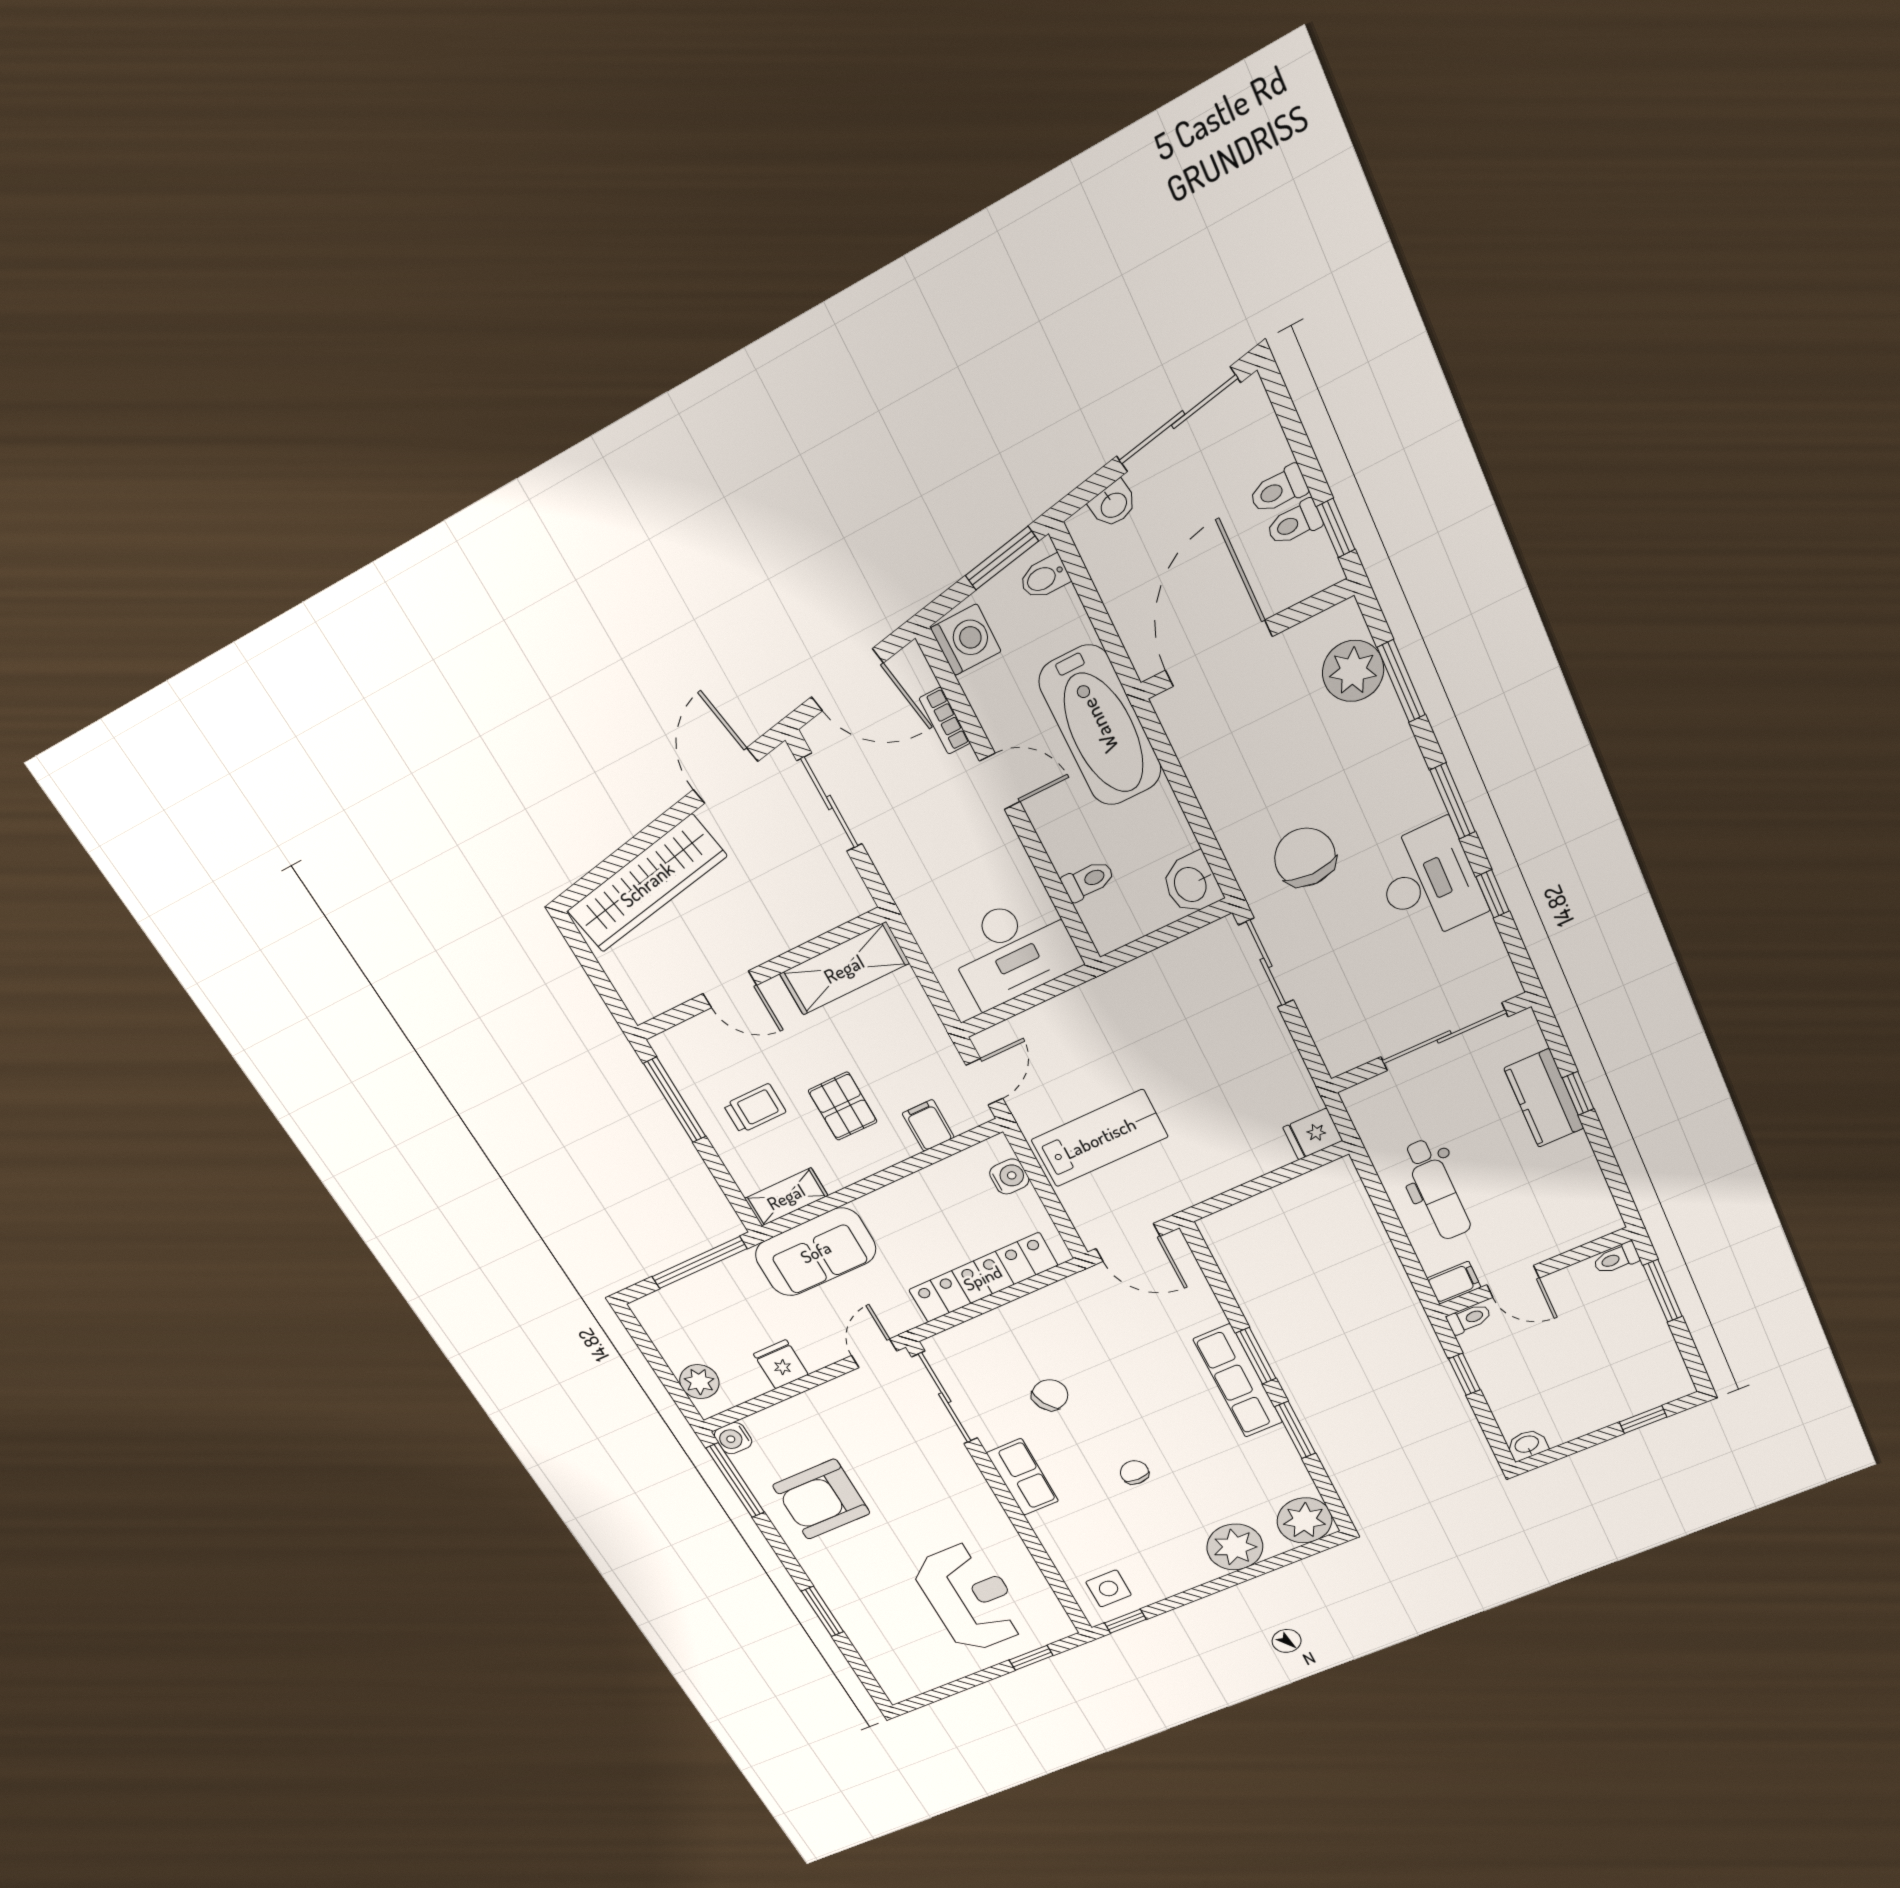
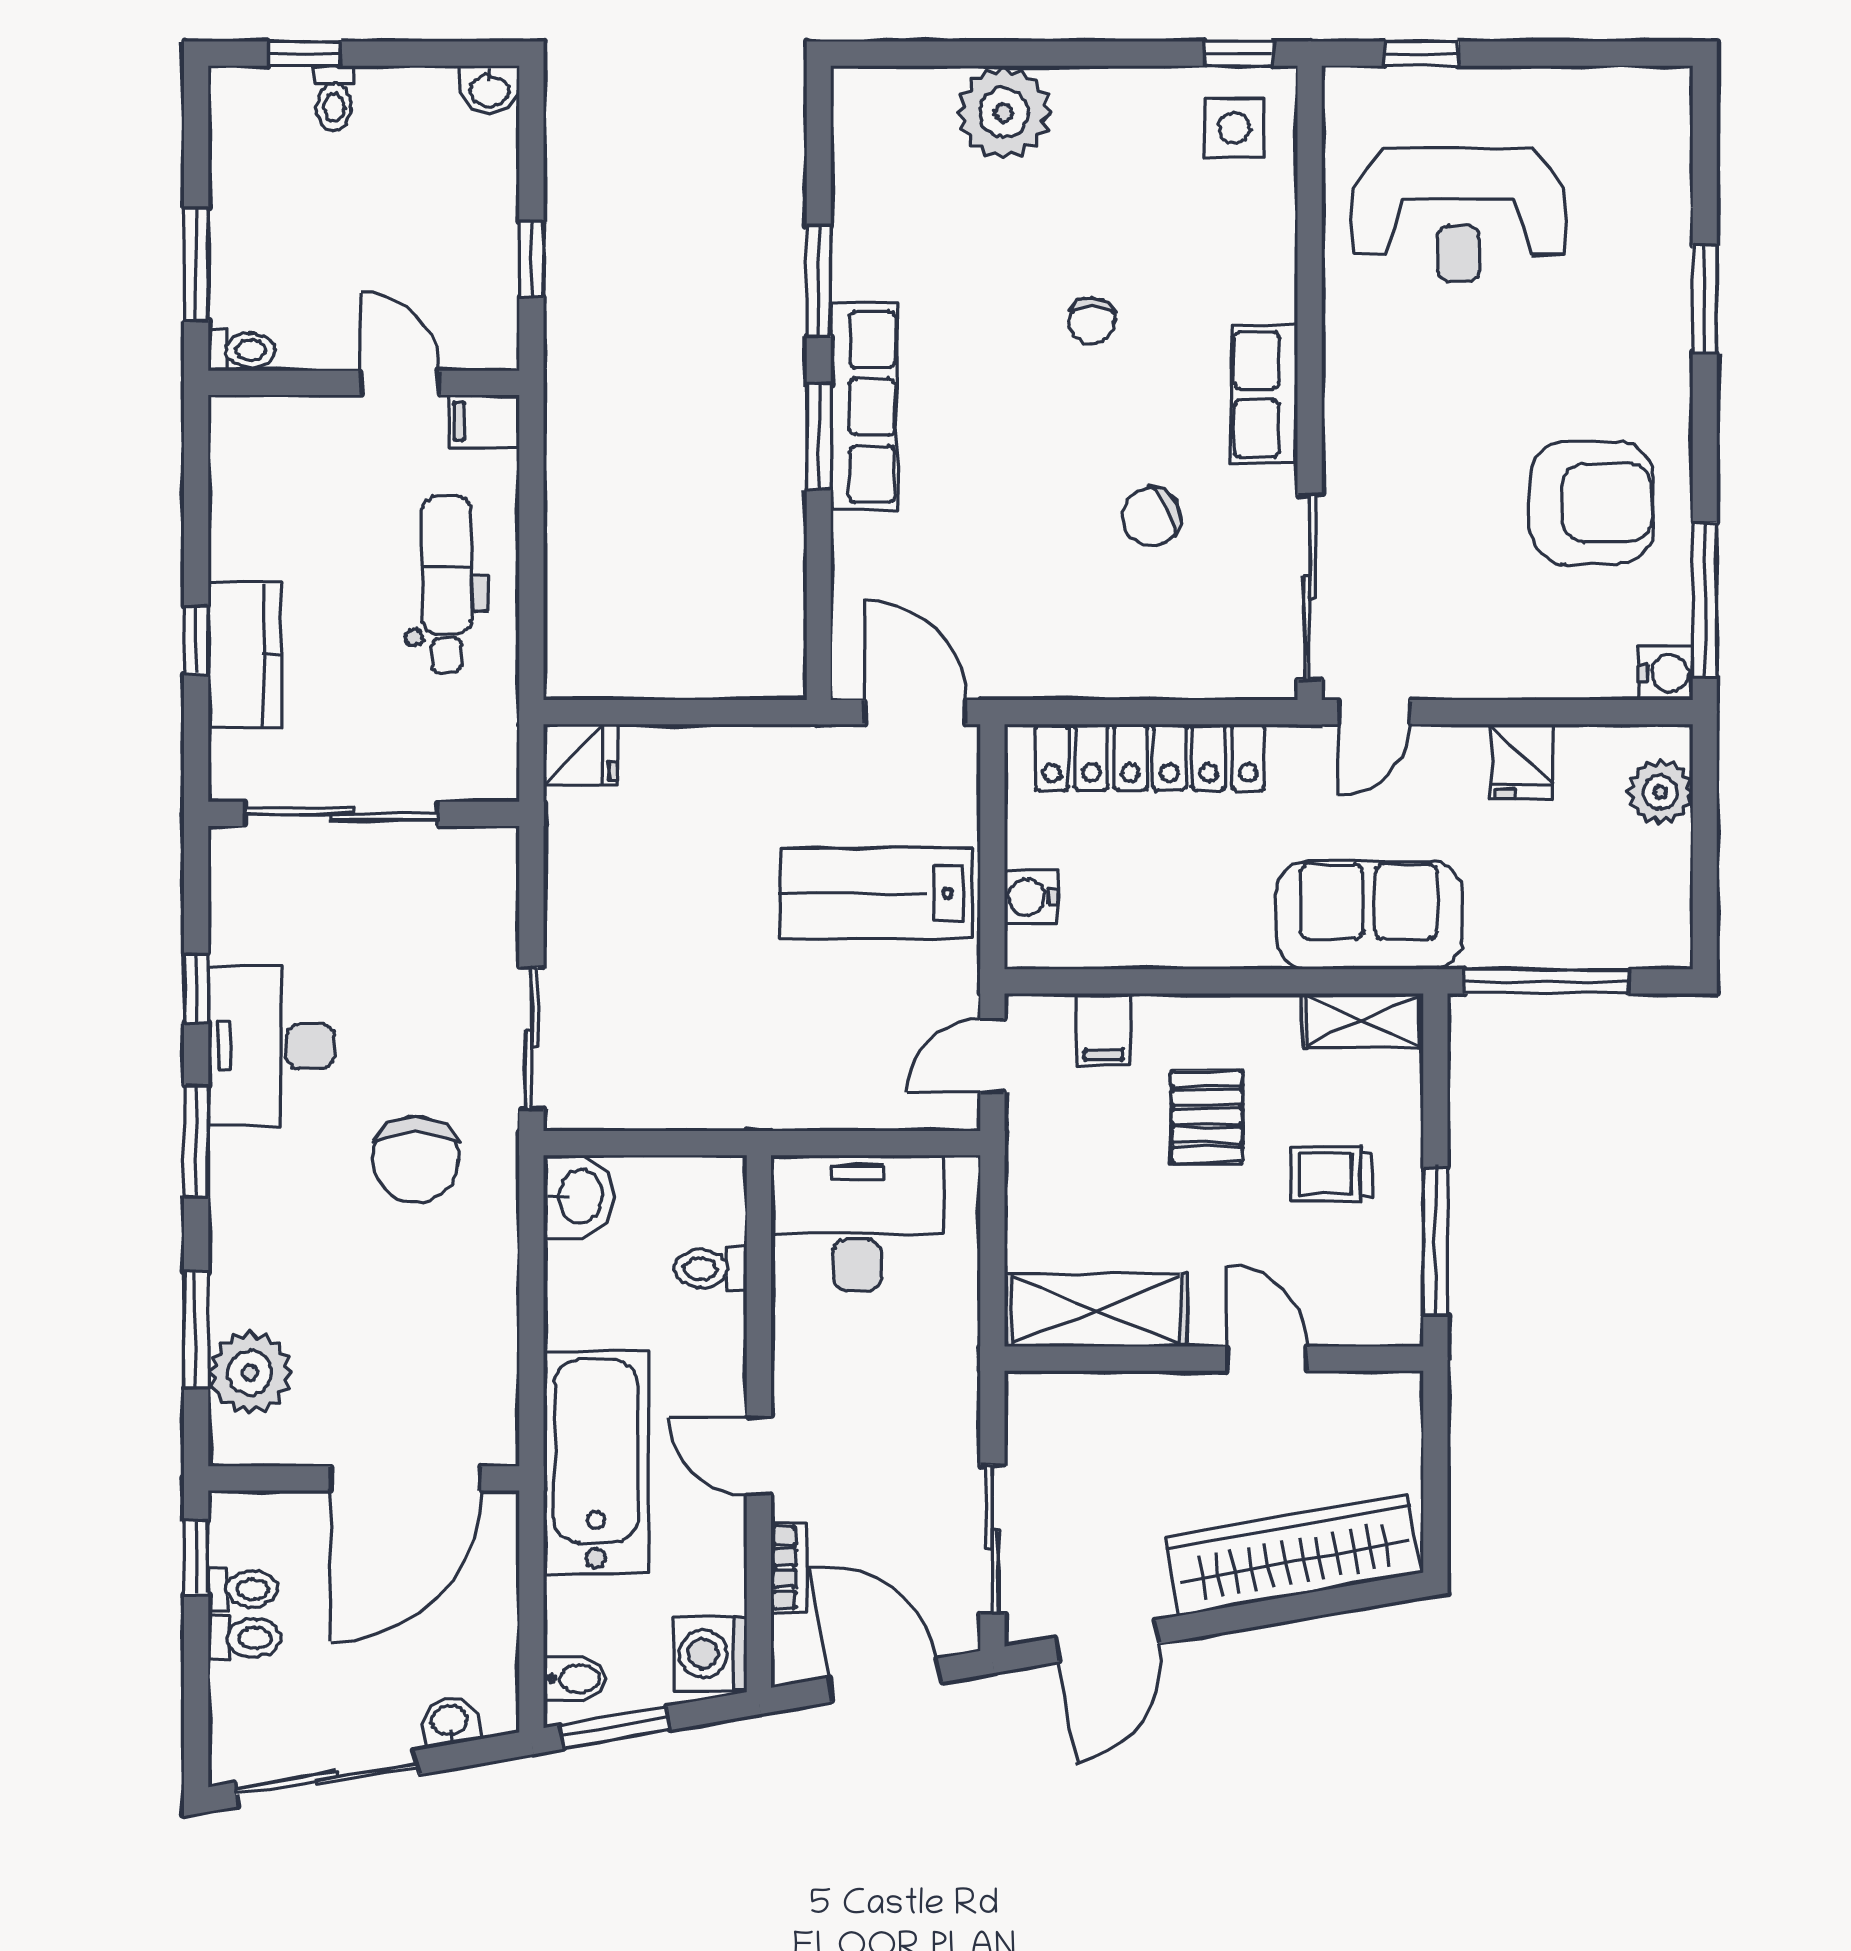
toilet: (1469, 1319) -> (334, 98), moved, turned -90
plant: (1305, 1520) -> (876, 111), removed
reception desk: (970, 1597) -> (1458, 215), turned -90

